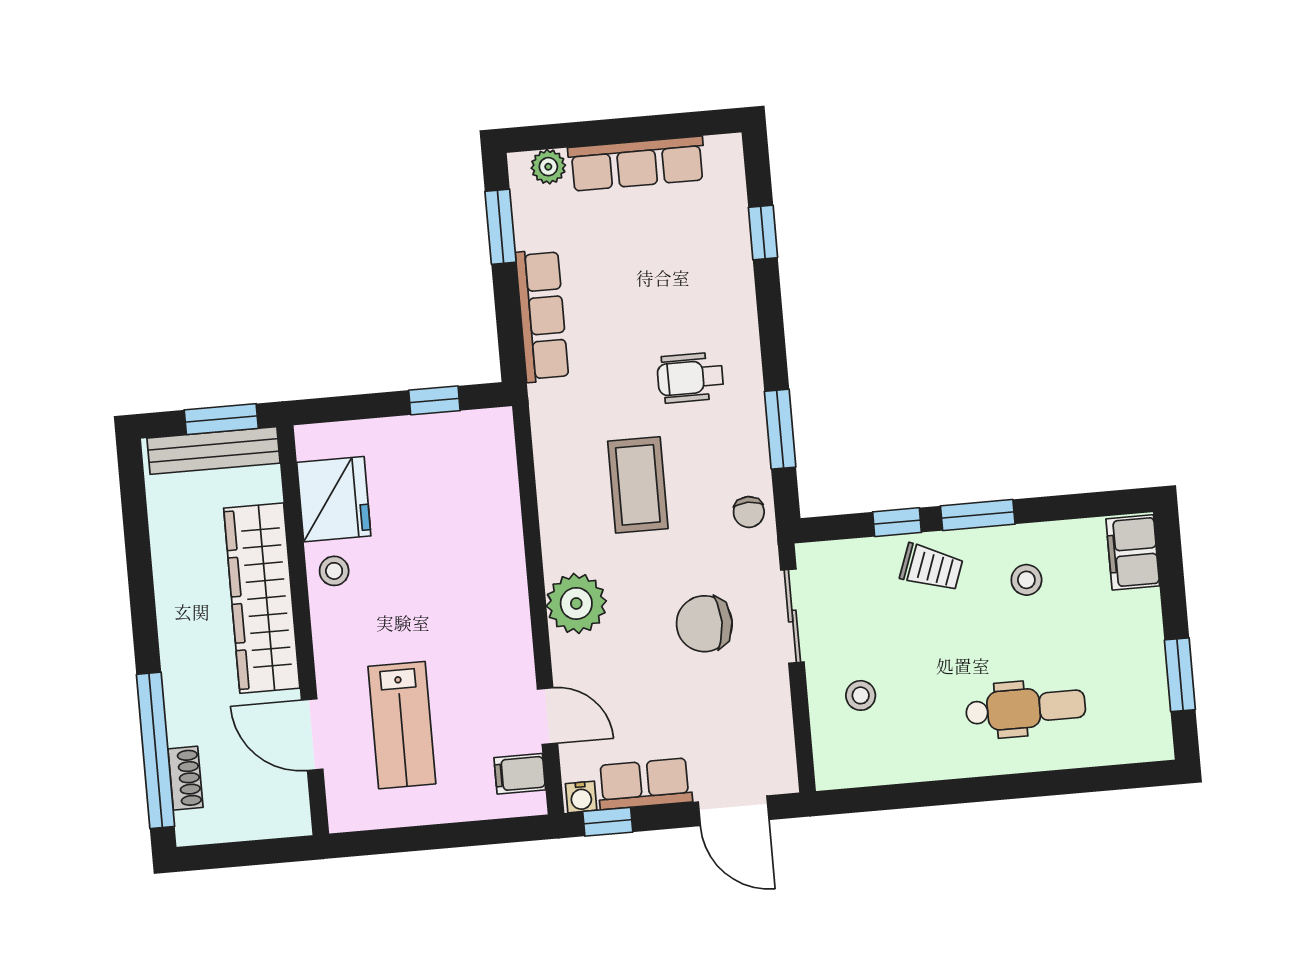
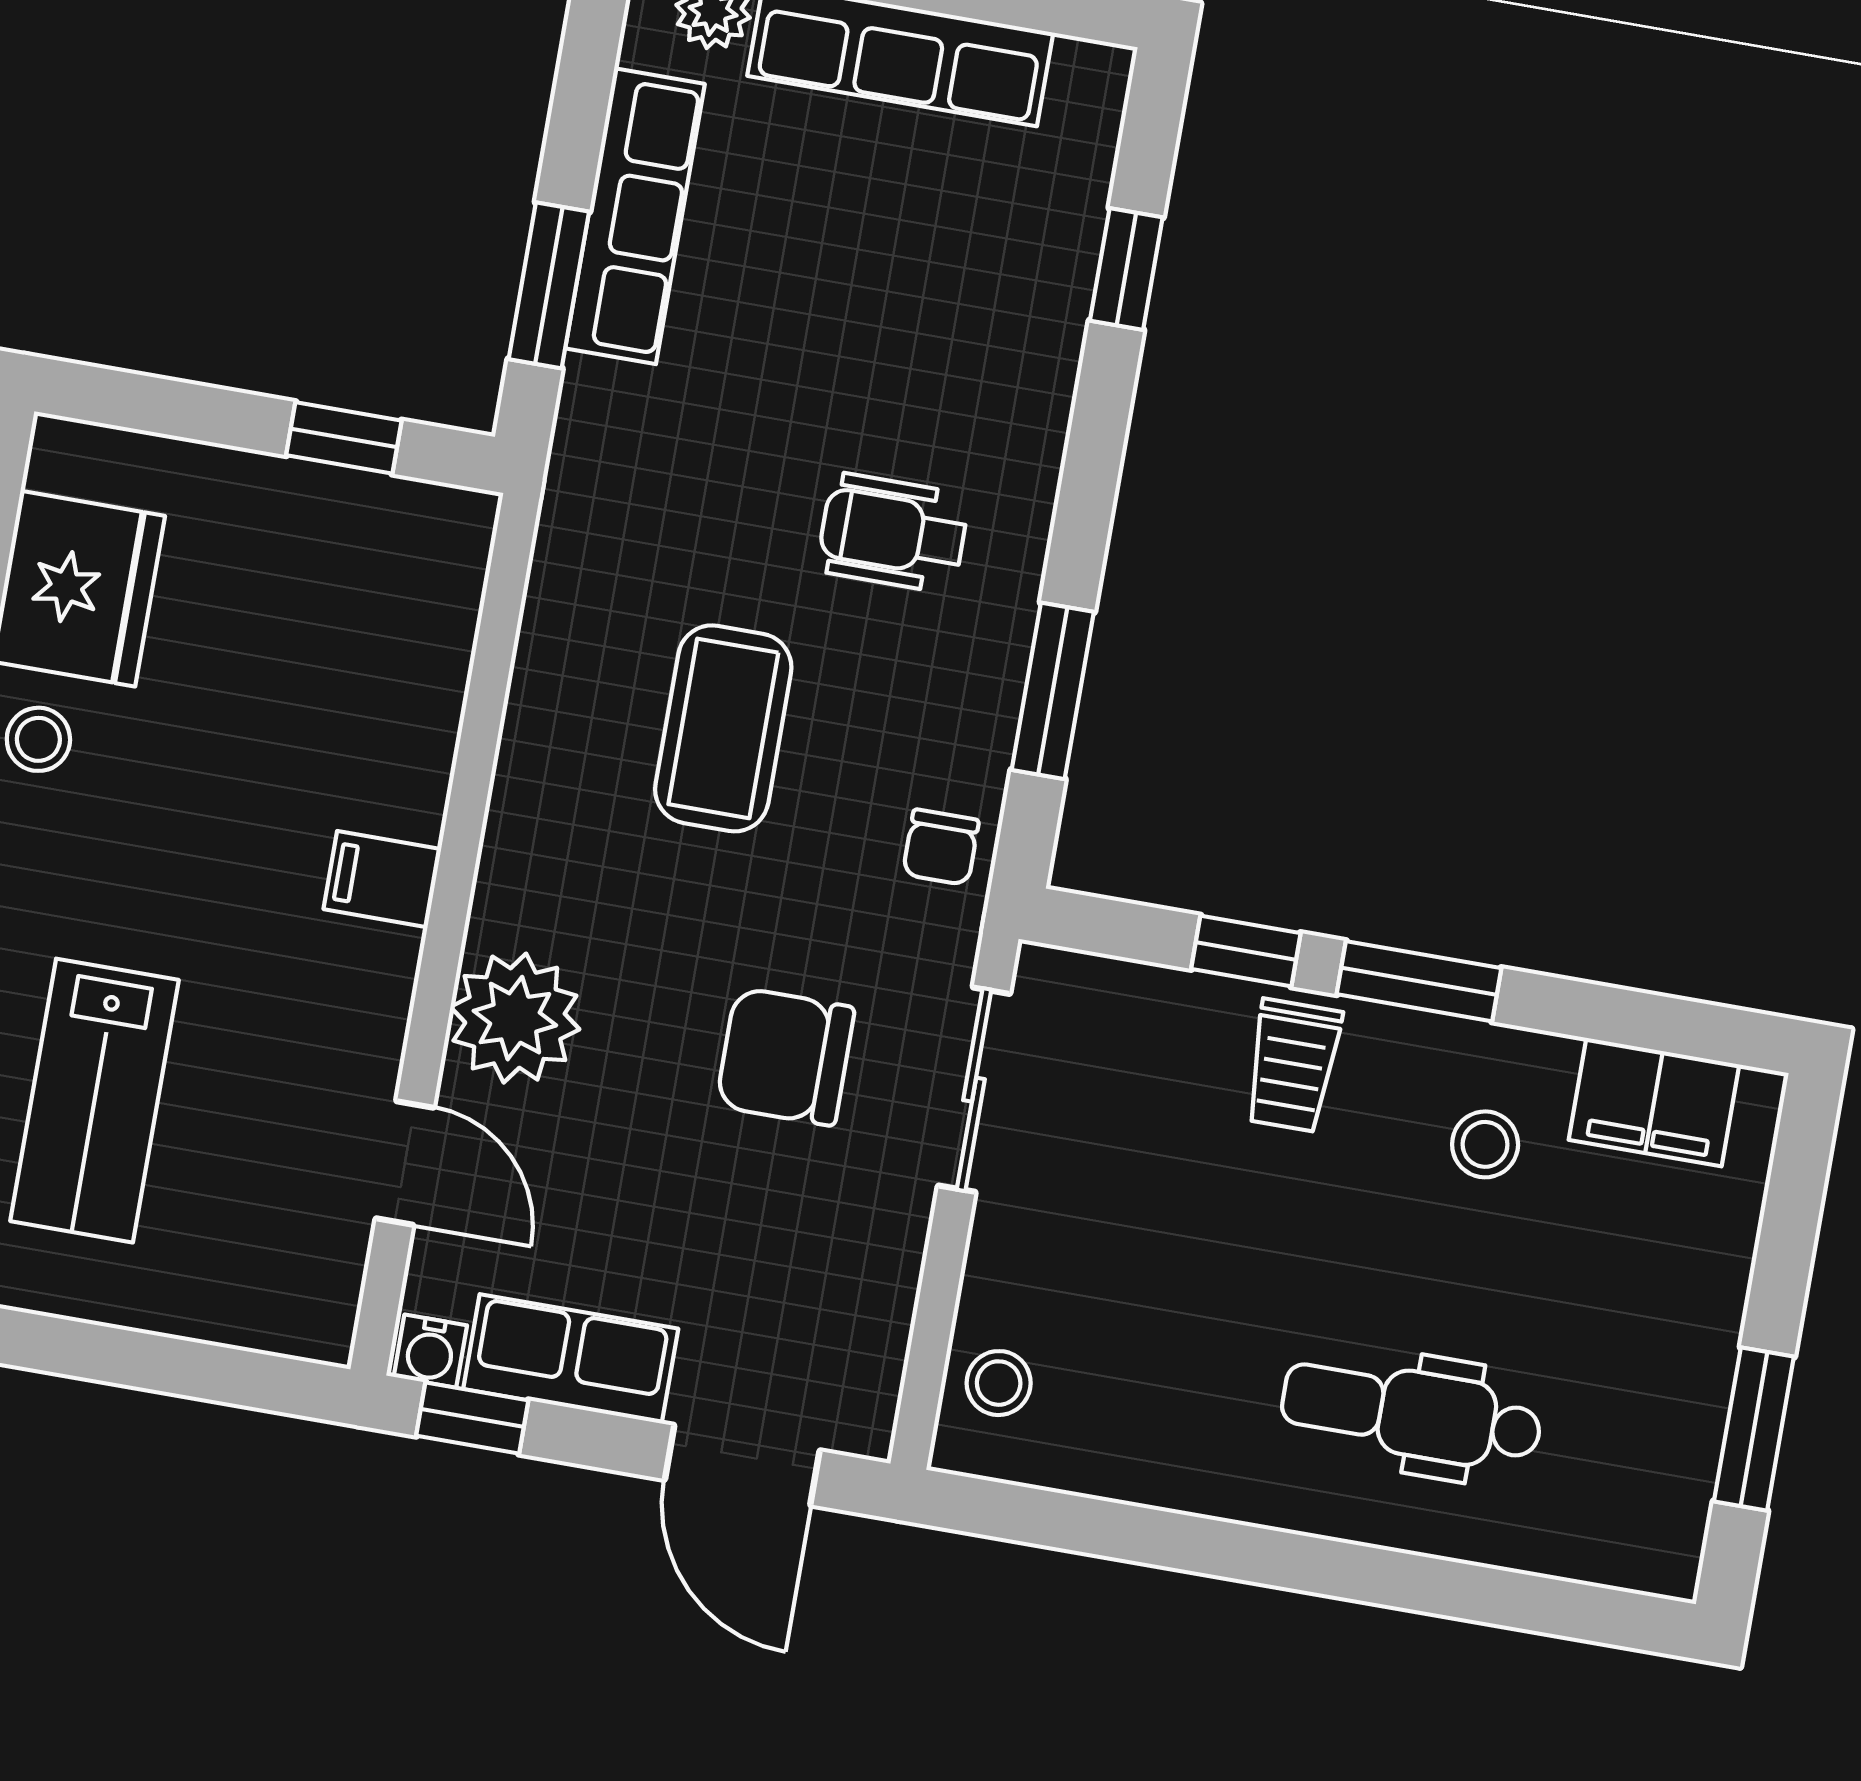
window: (501, 227) -> (549, 285), moved
row of seats: (542, 316) -> (635, 216), moved
filing cabinet: (1133, 552) -> (1654, 1102), moved, turned -90
trolley: (931, 568) -> (1293, 1066), turned 70
plant: (576, 603) -> (515, 1018), moved
stool: (861, 695) -> (999, 1383), moved
dental chair: (1026, 708) -> (1411, 1413), turned 180
filing cabinet: (520, 774) -> (382, 879), moved

